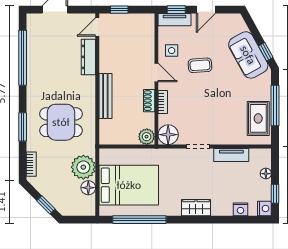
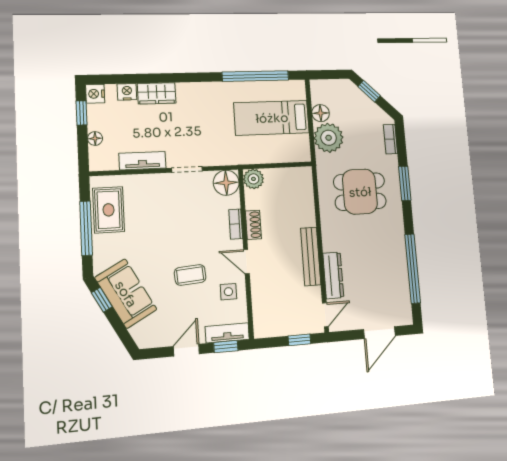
bench: (105, 96) -> (311, 256), moved
bed: (129, 185) -> (272, 118), width x0.67
wardrobe: (196, 208) -> (157, 93), moved

